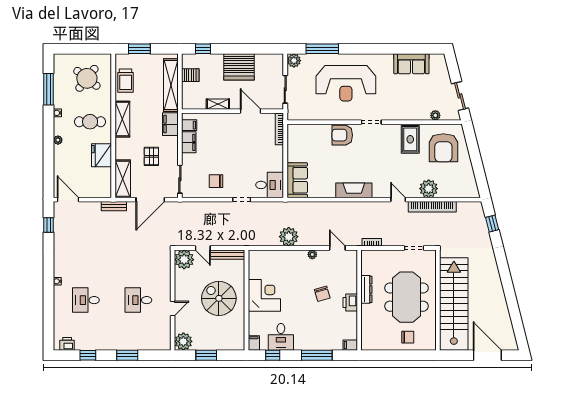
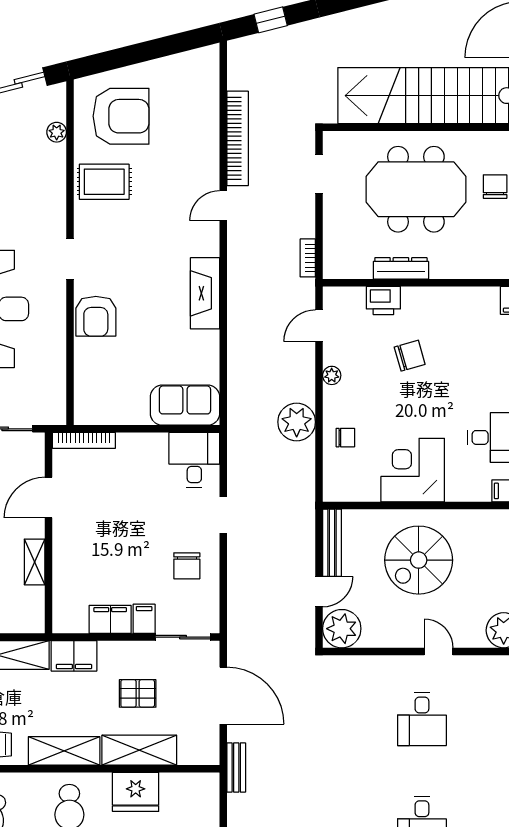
filing cabinet: (189, 125) -> (144, 619), moved
shelving: (123, 179) -> (139, 750), moved
plant: (429, 189) -> (202, 145), removed
chair: (281, 261) -> (345, 438), added
printer: (350, 303) -> (383, 300), moved

